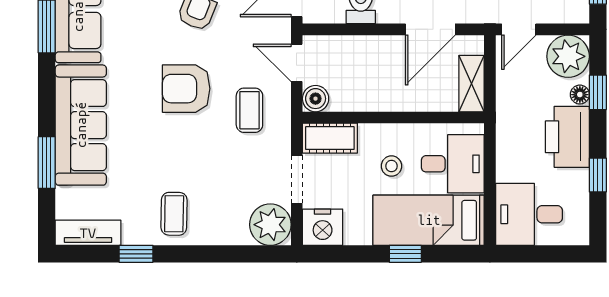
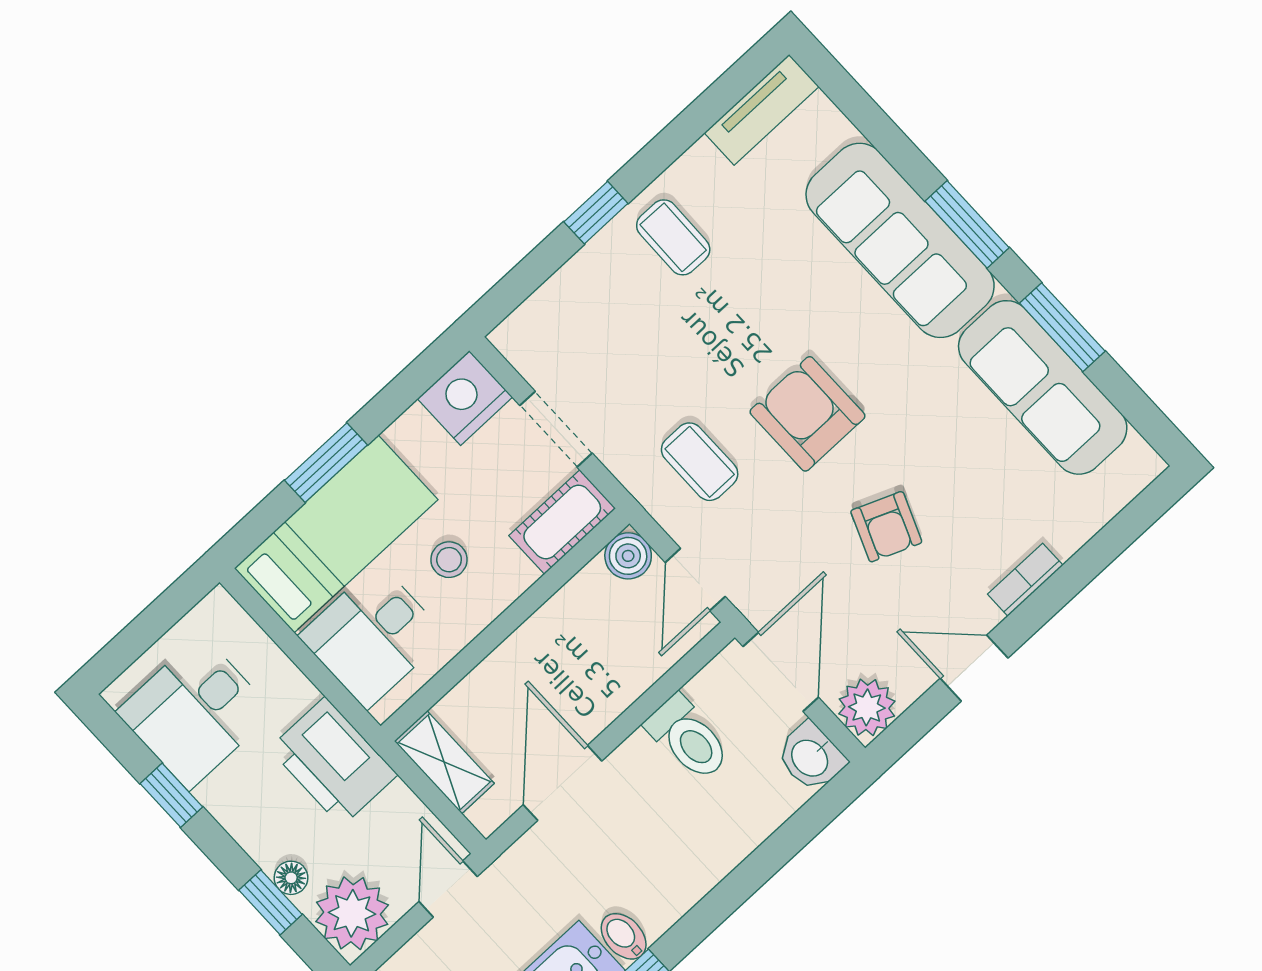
door: (297, 63) -> (695, 580), swing flipped
armchair: (186, 89) -> (807, 414), turned -90
printer: (567, 137) -> (333, 762), moved, turned 180
window: (47, 163) -> (967, 224), moved
desk: (529, 214) -> (195, 712), moved, turned 180
plant: (270, 225) -> (536, 339), removed
window: (136, 254) -> (596, 213), moved
window: (405, 254) -> (326, 463), width x1.50

